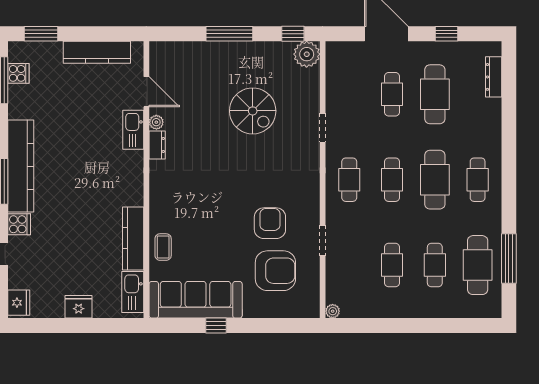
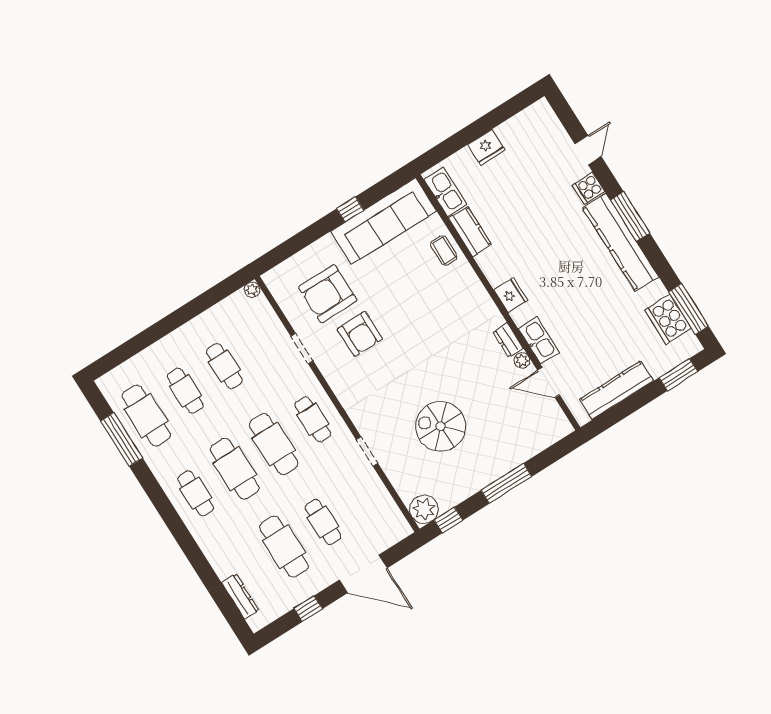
cooker: (18, 73) -> (668, 319), width x1.87, depth x1.31
cafe table: (392, 180) -> (274, 444), width x1.37, depth x1.35
kitchen counter: (133, 238) -> (470, 231), width x0.67
fridge: (19, 303) -> (511, 295), moved, turned 180

